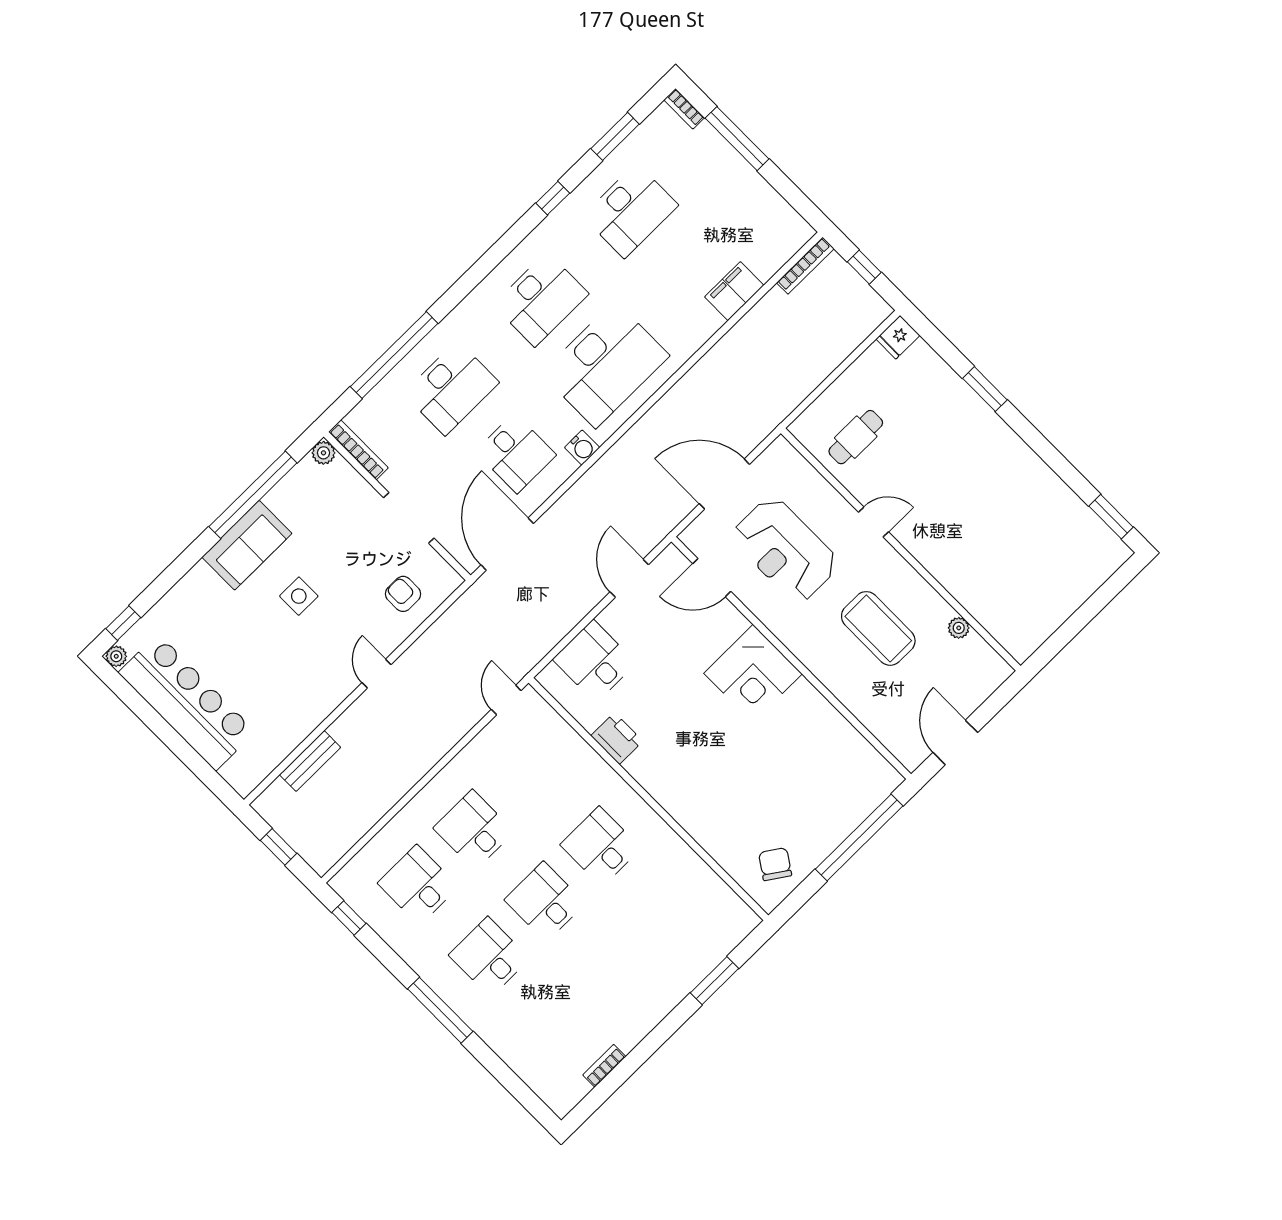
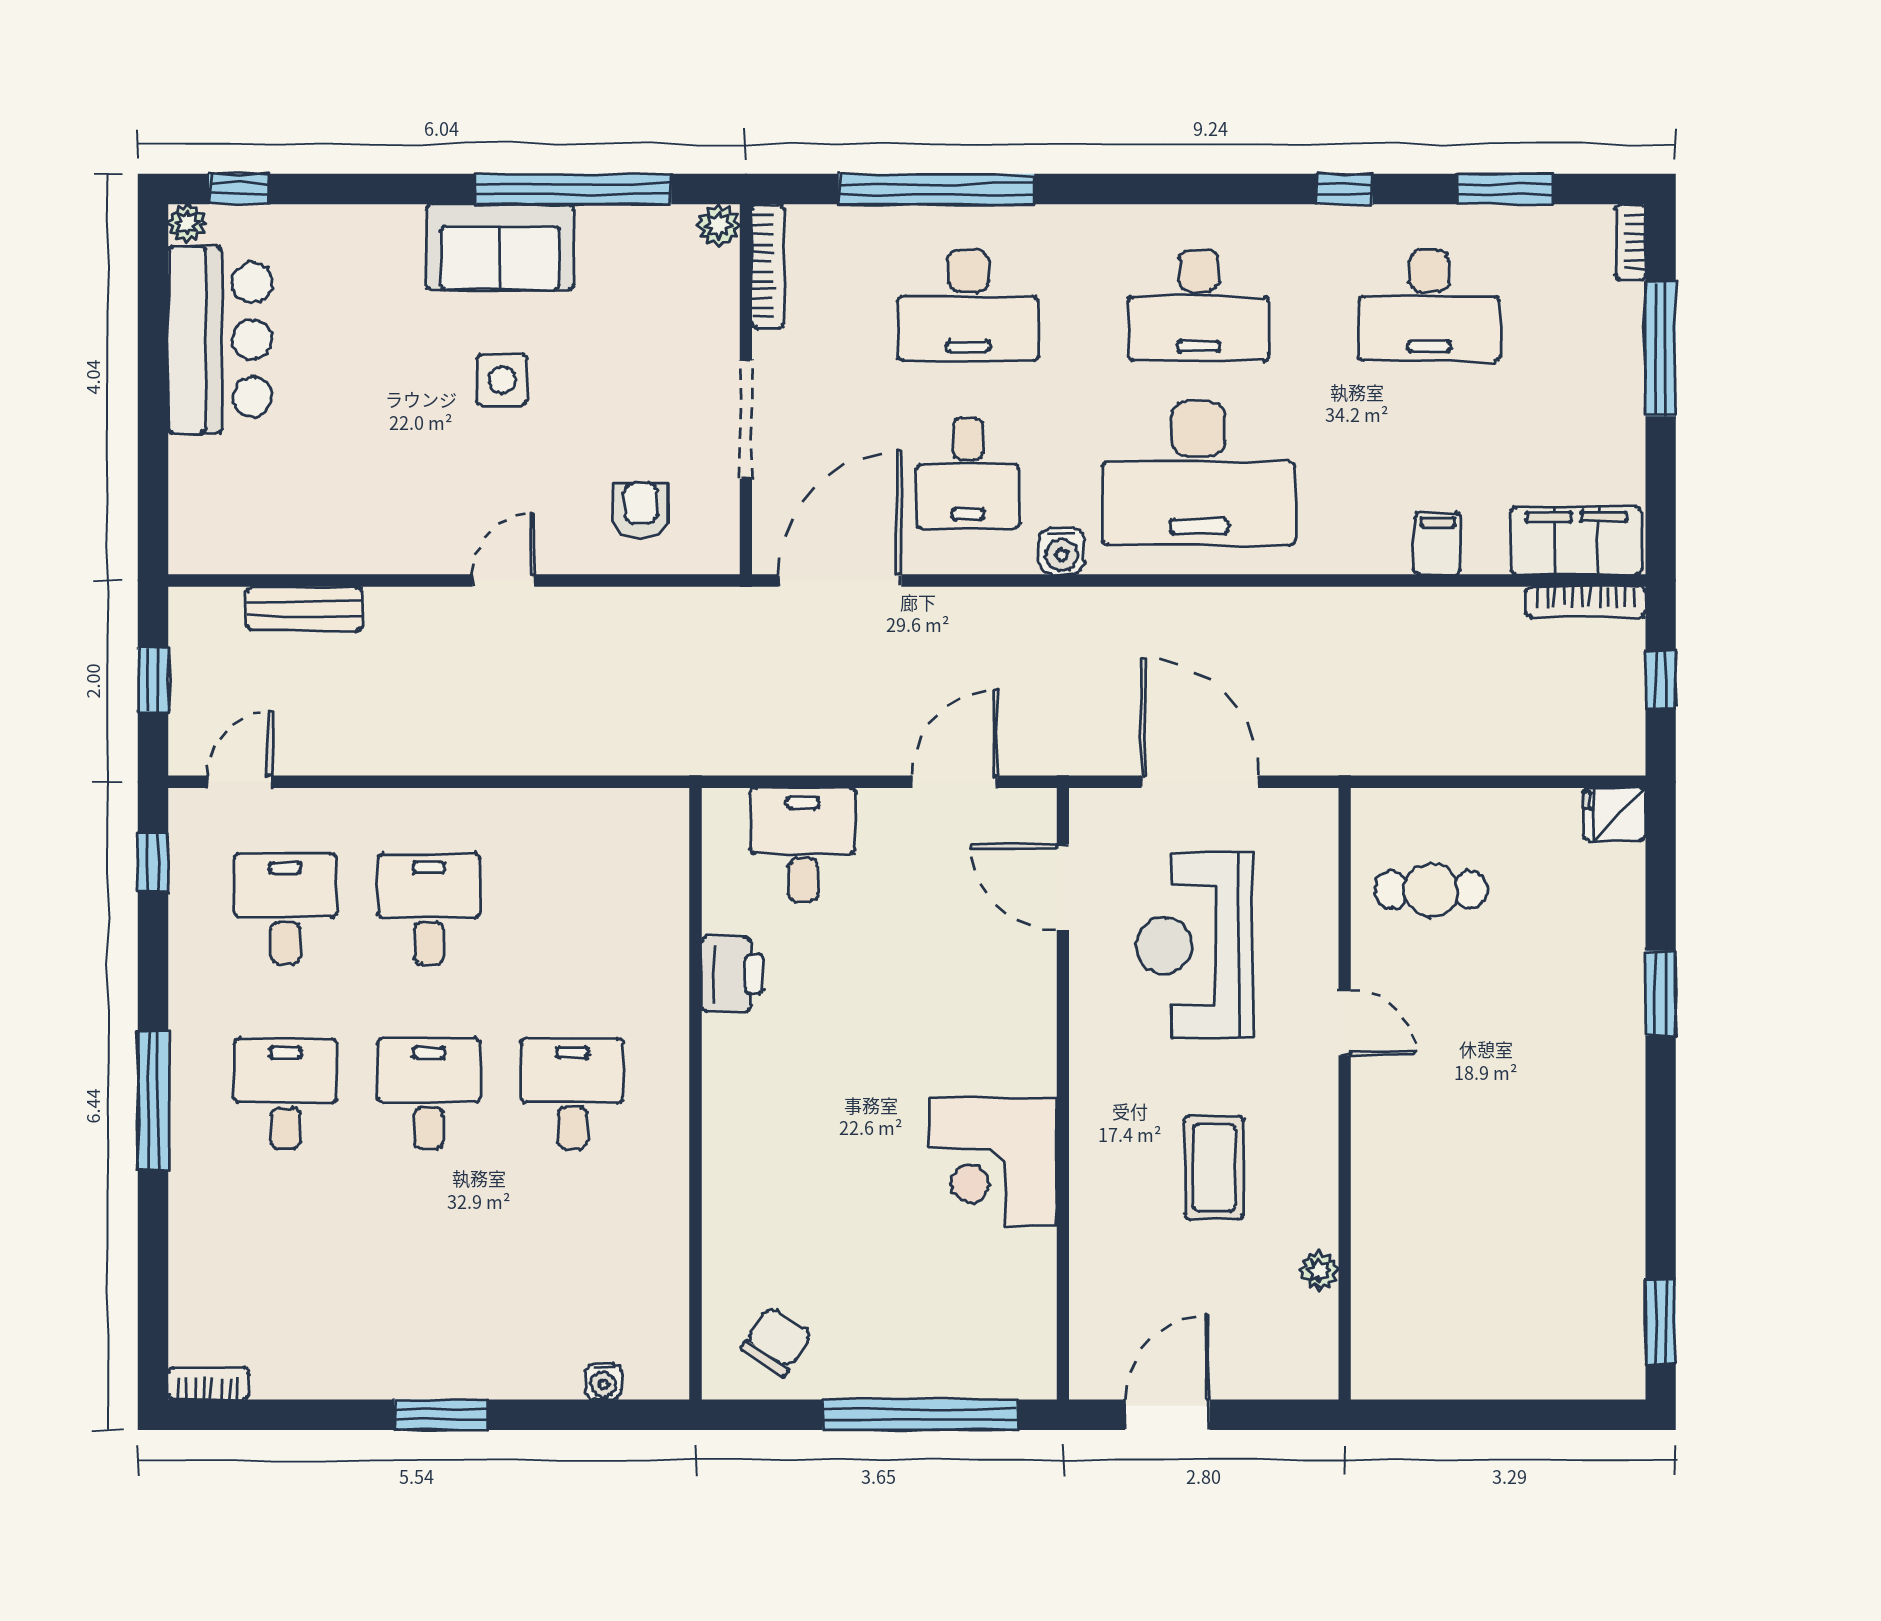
filing cabinet: (778, 246) -> (1576, 541), added
filing cabinet: (734, 291) -> (1438, 544), width x0.50
coffee table: (878, 628) -> (1214, 1168), width x0.73, depth x0.76
corner desk: (753, 674) -> (993, 1161), moved
door: (506, 700) -> (240, 782), moved
bar counter: (187, 702) -> (220, 340), width x0.73
water cooler: (723, 946) -> (603, 1381), added
window: (715, 981) -> (441, 1415), moved
bookcase: (604, 1066) -> (208, 1384), moved

